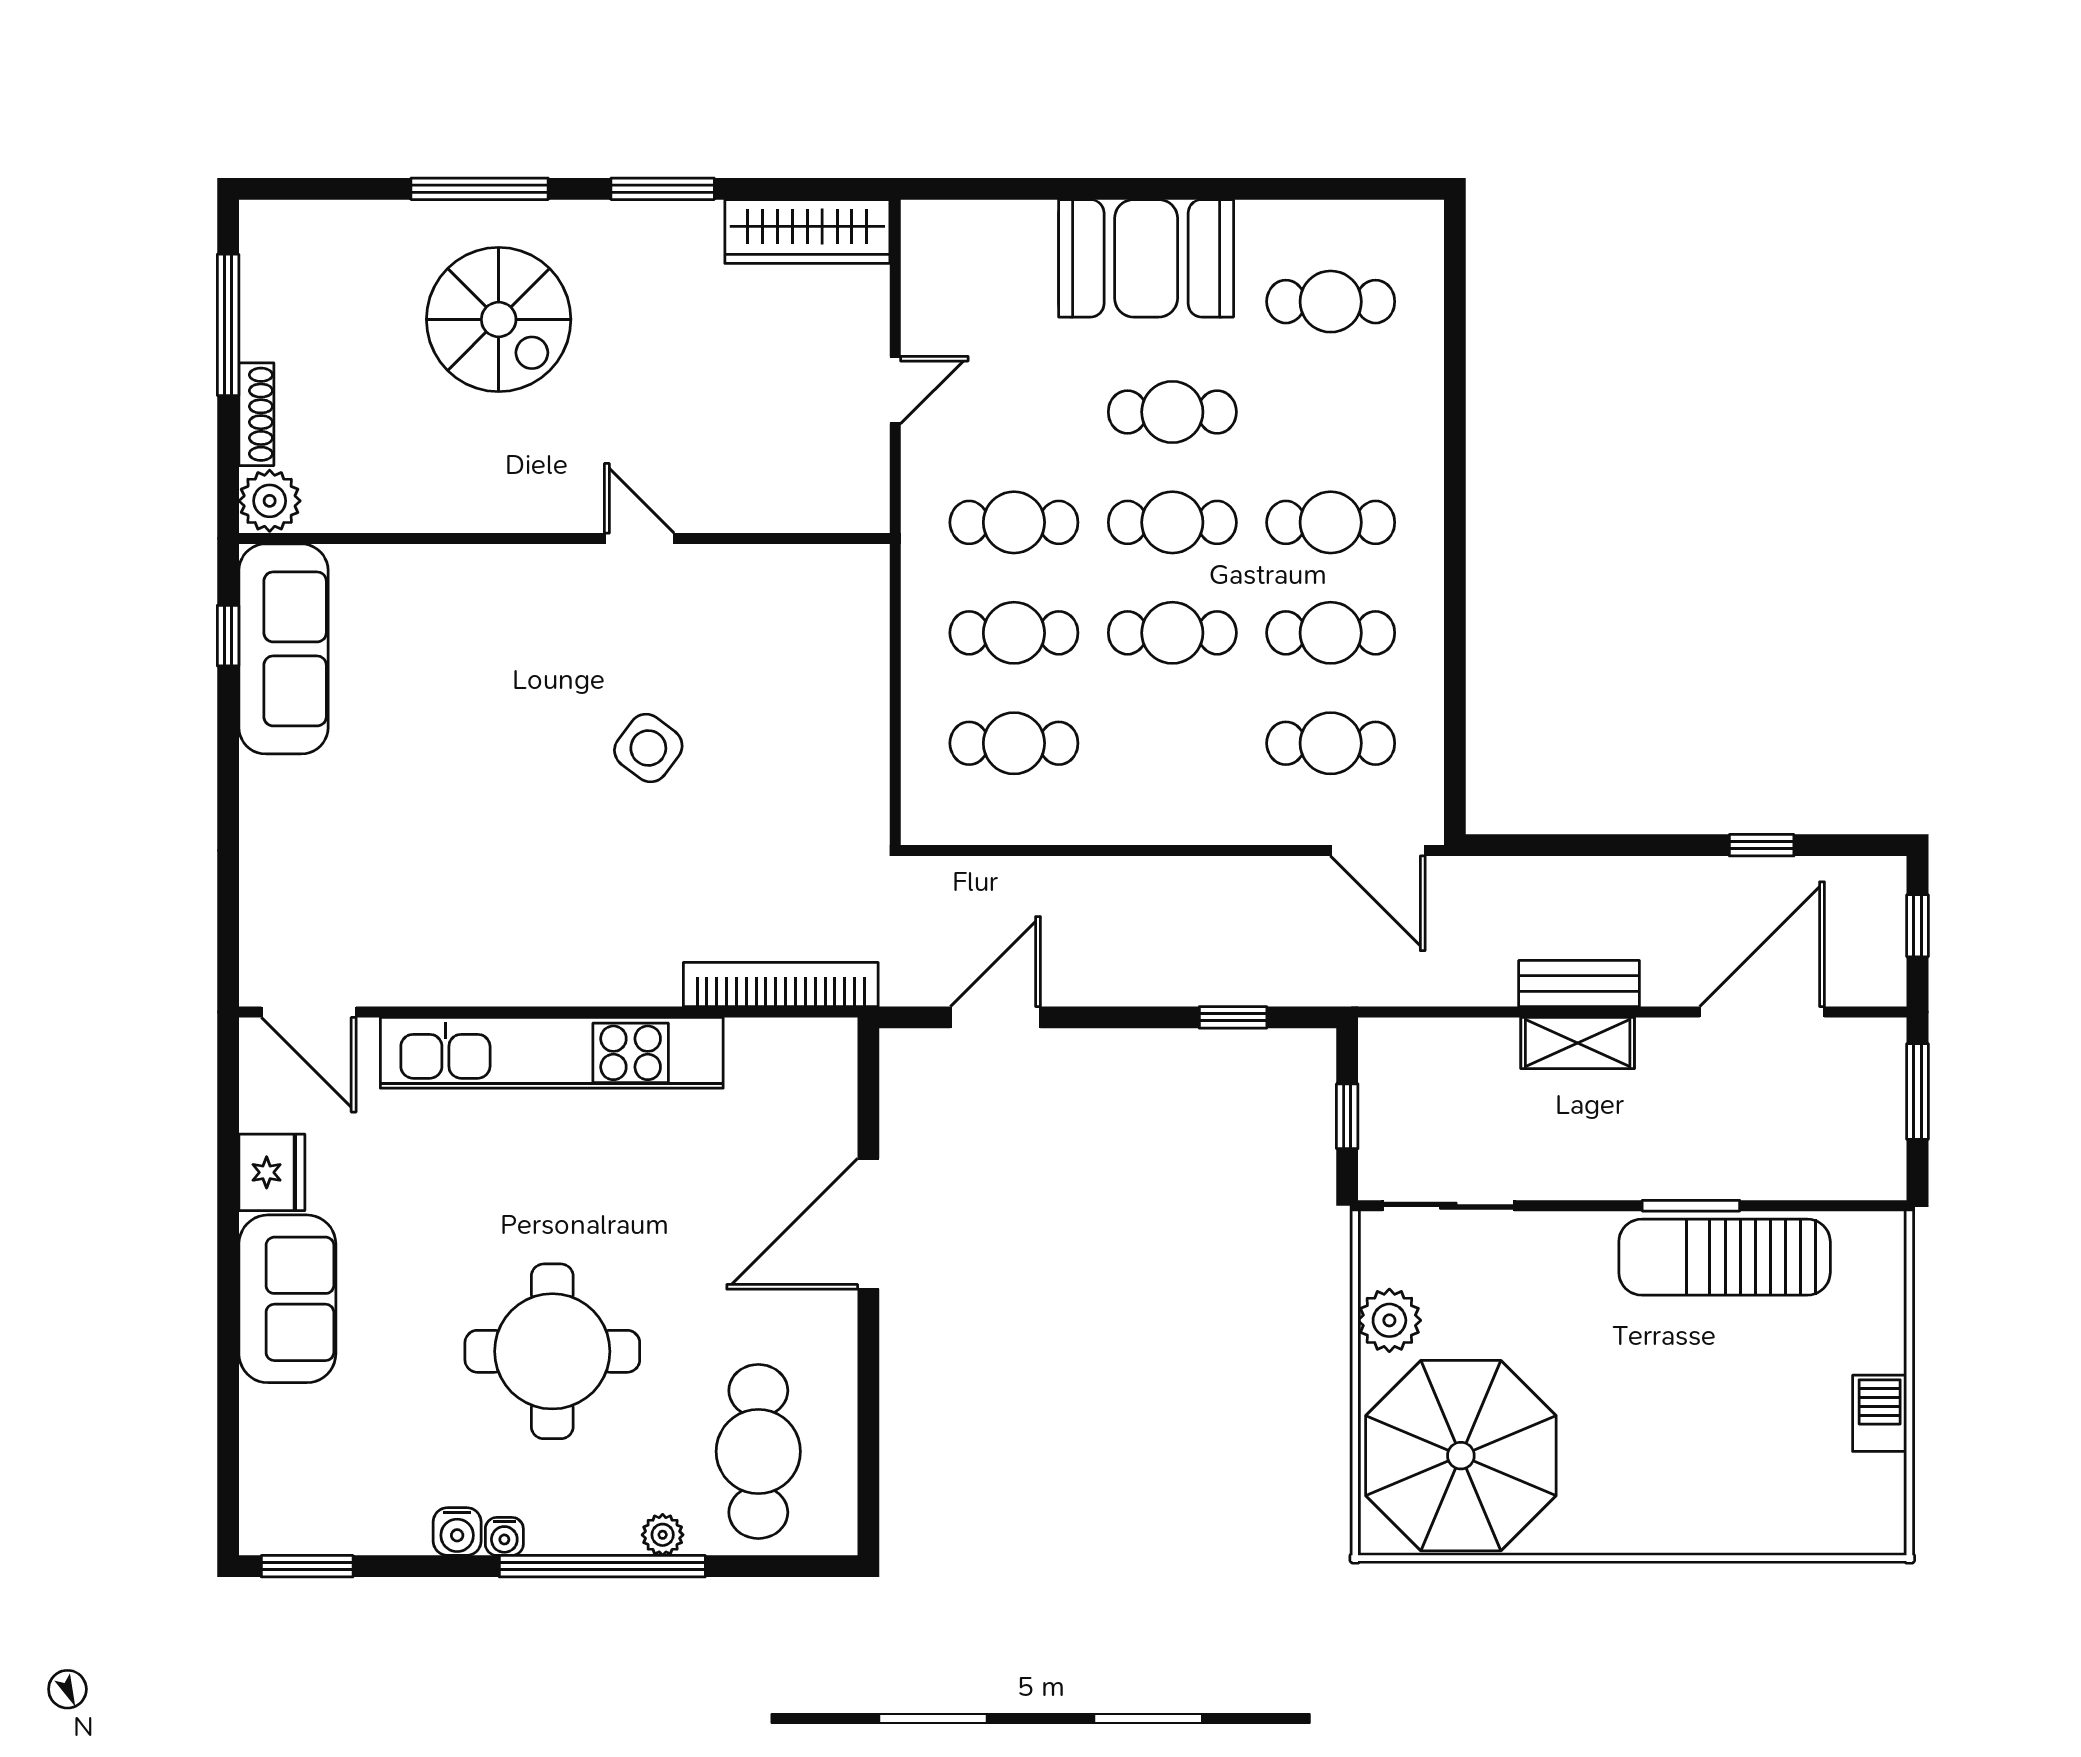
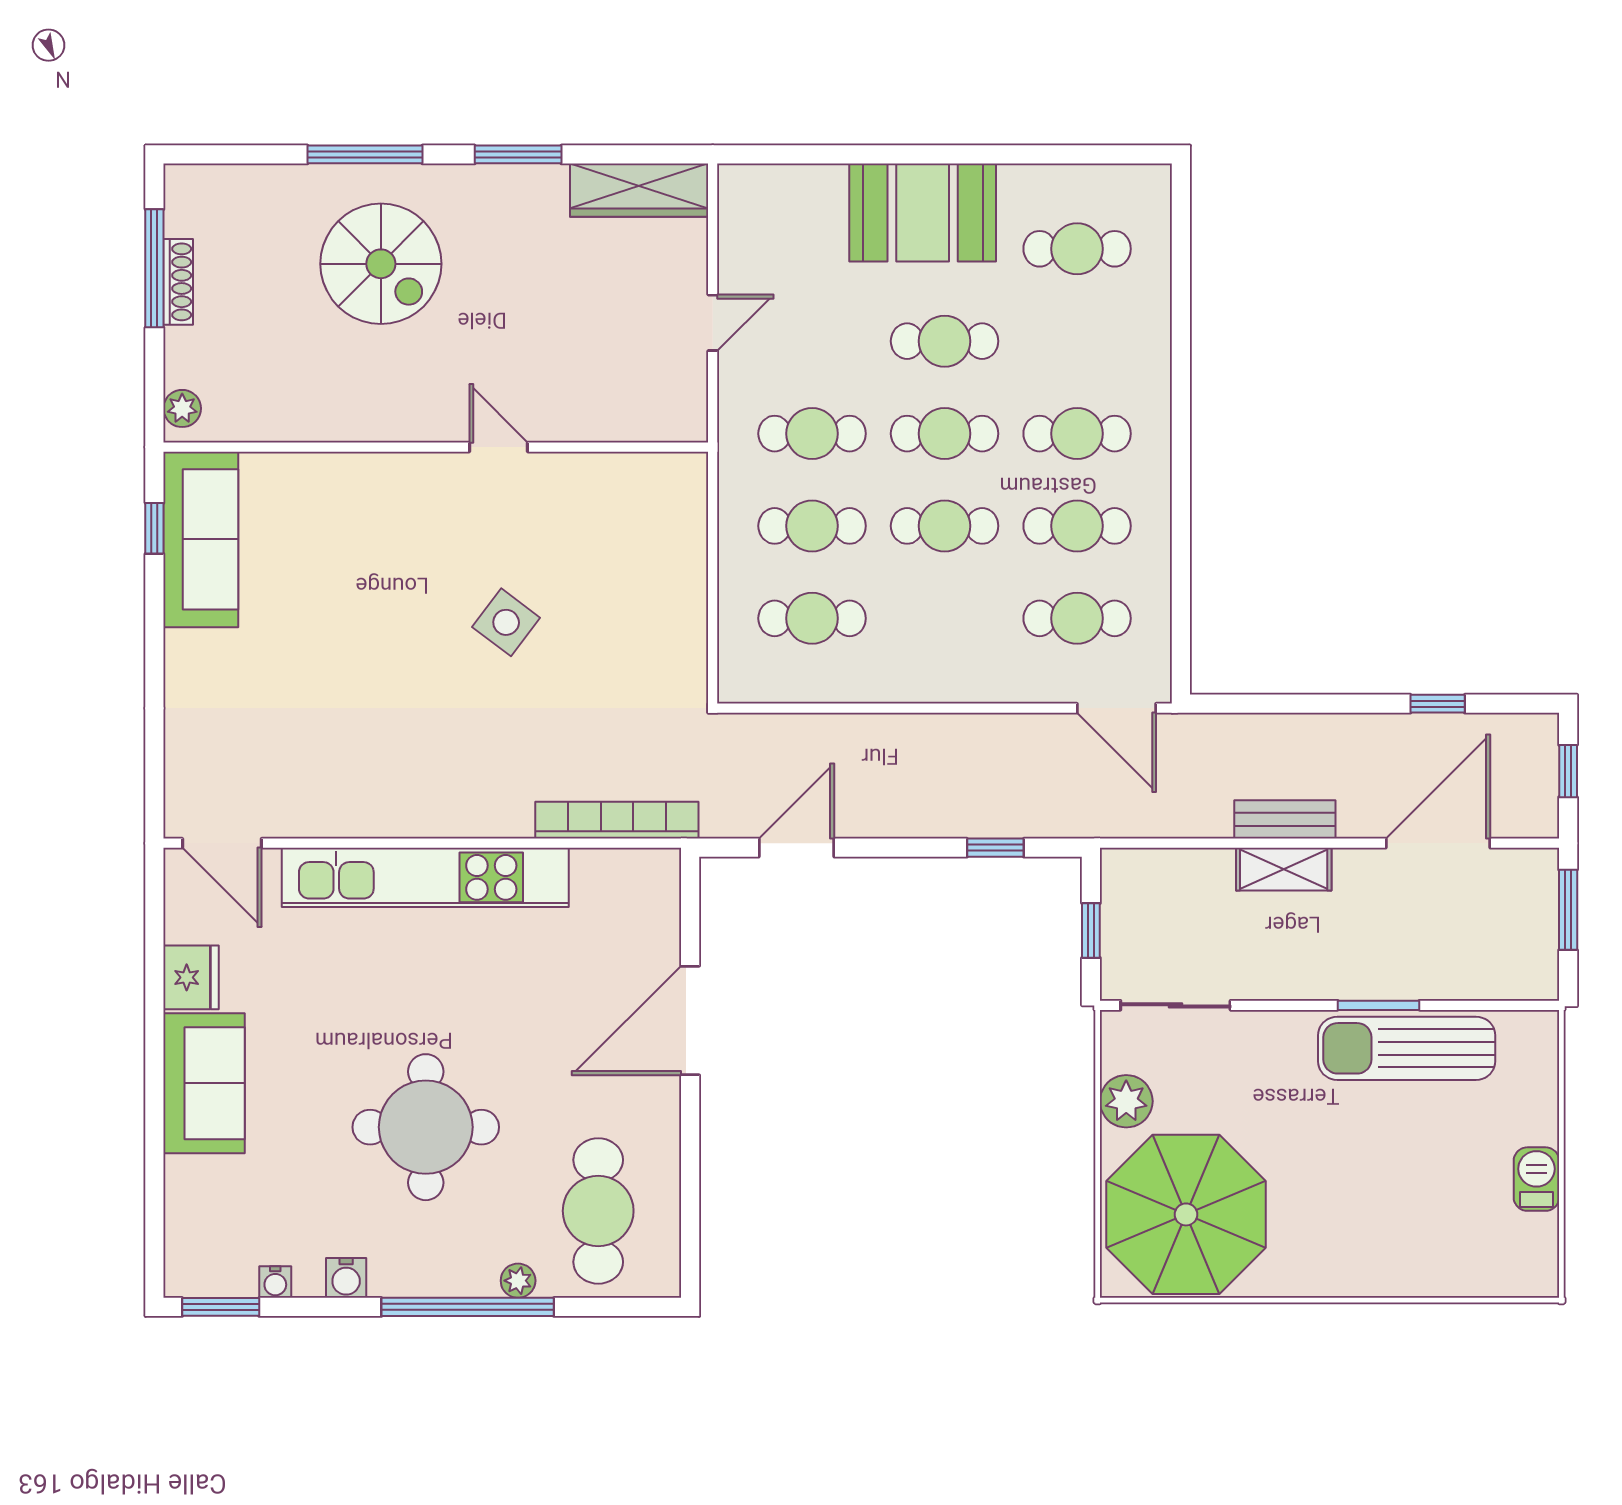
shoe rack: (256, 414) -> (178, 282), moved
plant: (270, 501) -> (182, 408), width x0.73, depth x0.73
water cooler: (504, 1536) -> (275, 1282), moved

